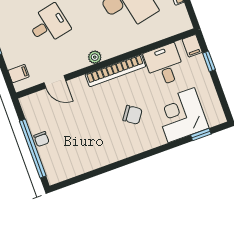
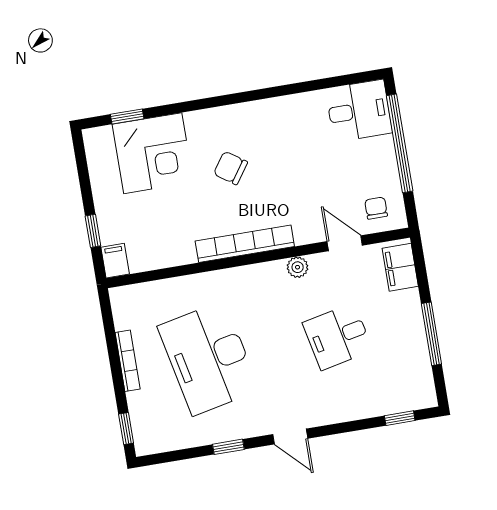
plant: (95, 57) -> (298, 267), moved
desk: (164, 65) -> (359, 111), moved, turned -90
filing cabinet: (19, 74) -> (400, 267), width x2.00
chair: (41, 139) -> (376, 208), moved

